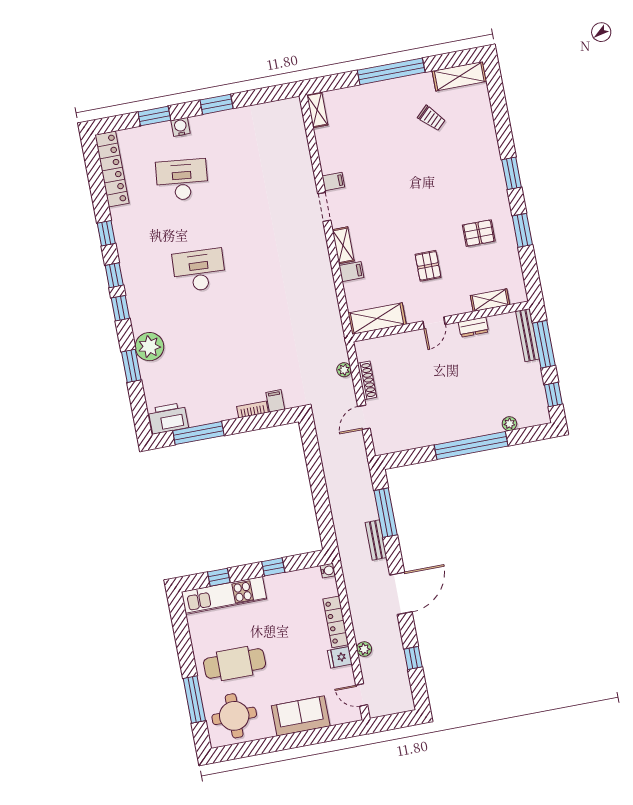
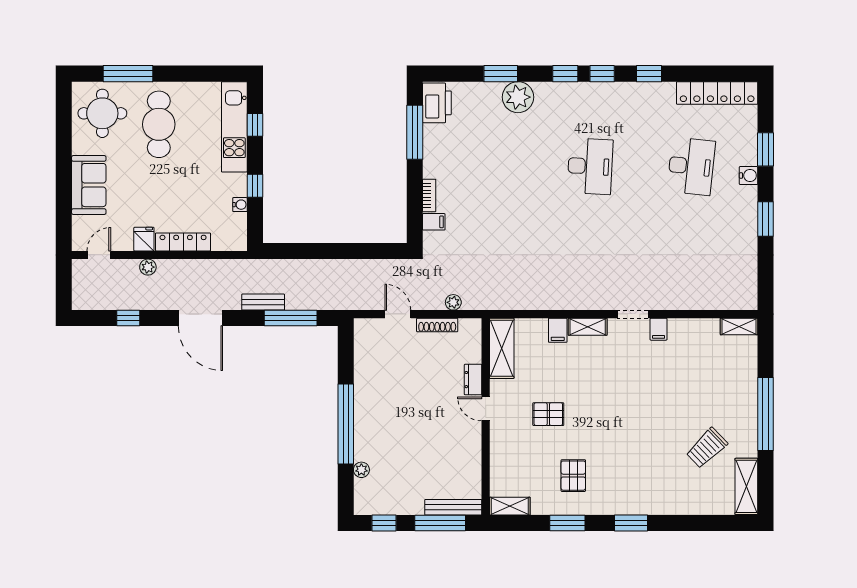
trolley: (432, 118) -> (707, 448), width x1.36, depth x1.39
shelving: (490, 300) -> (510, 506), moved, turned 90
dresser: (473, 327) -> (473, 380), moved
water cooler: (328, 571) -> (240, 205), moved, turned -90

